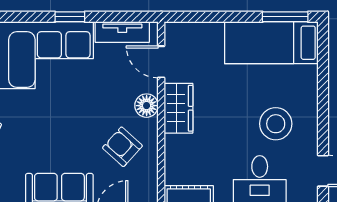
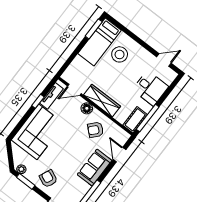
window: (70, 17) -> (38, 101), moved
wardrobe: (178, 108) -> (102, 101), width x1.50
stool: (276, 124) -> (120, 54), moved

